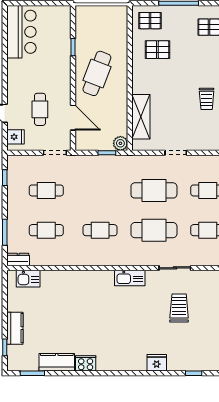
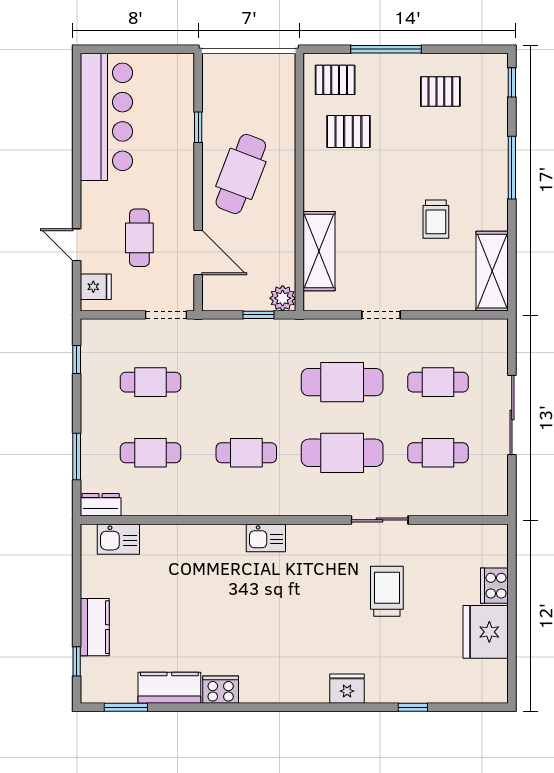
bar counter: (21, 32) -> (106, 117), width x1.36
kitchen sink: (130, 278) -> (266, 538), moved, width x0.73

